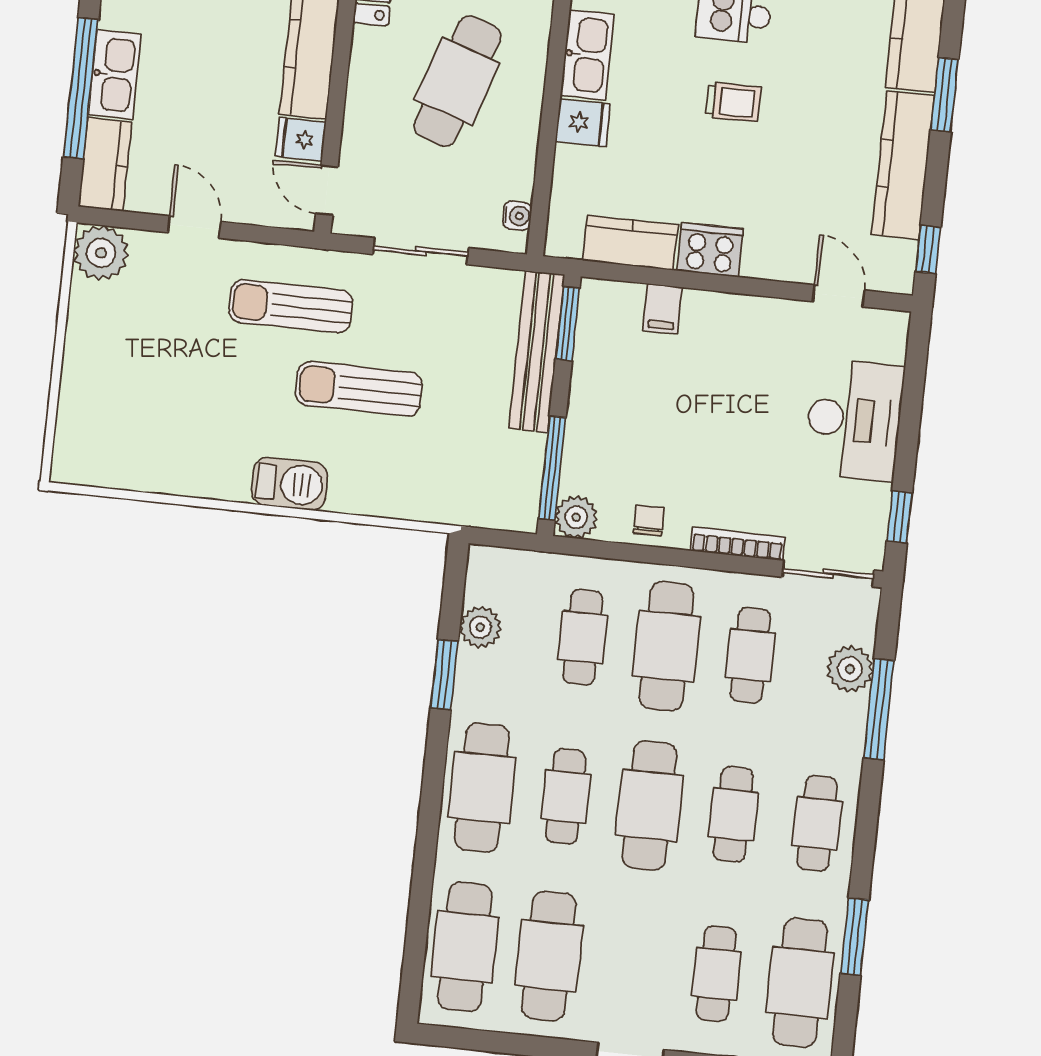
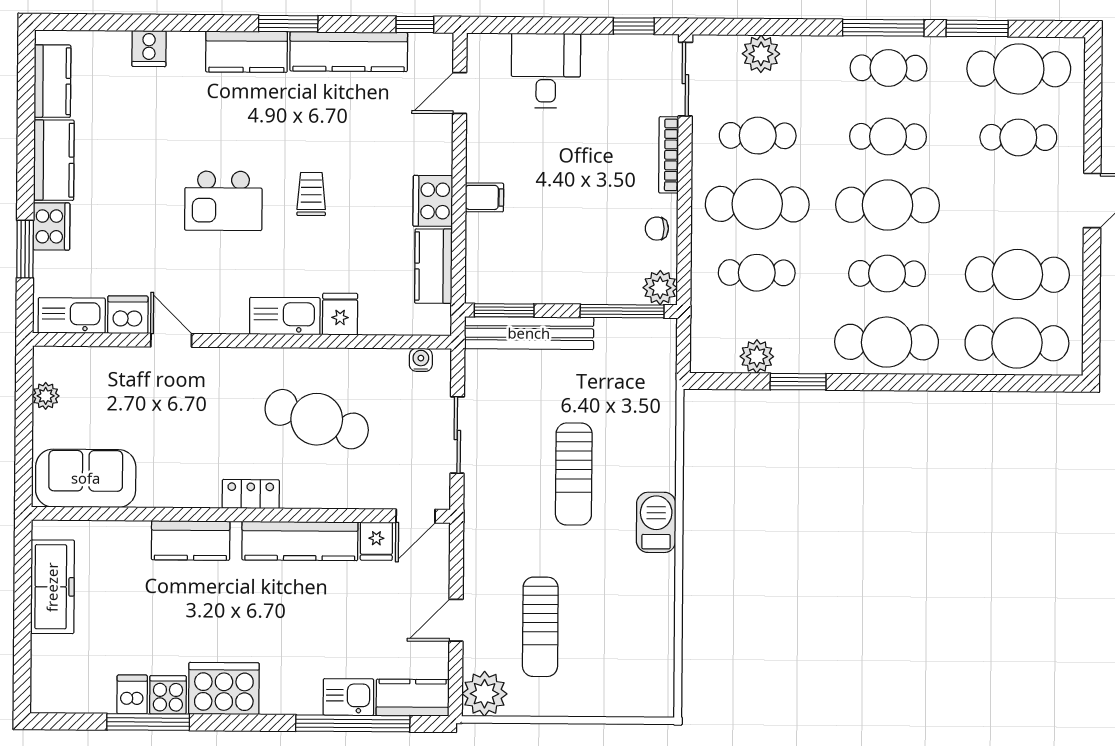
kitchen sink: (115, 74) -> (348, 697), width x0.73
sun lounger: (291, 306) -> (540, 627), moved
filing cabinet: (663, 309) -> (484, 197), moved
desk: (854, 420) -> (546, 71), width x0.73
window: (879, 709) -> (883, 28), moved

